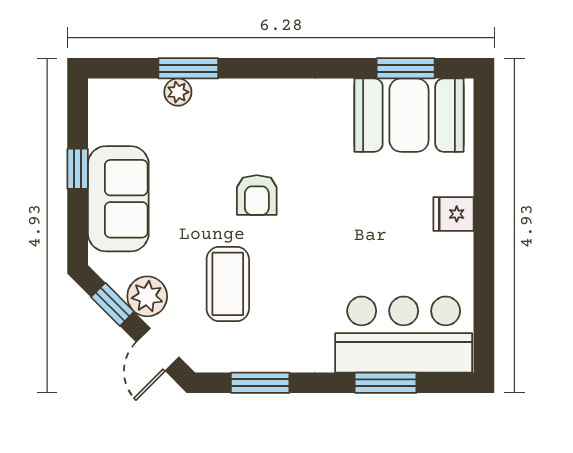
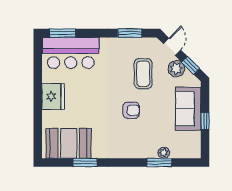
window: (406, 68) -> (85, 163), moved
armchair: (257, 195) -> (131, 110), turned 90
fridge: (453, 214) -> (53, 96), width x1.88, depth x1.34
window: (386, 383) -> (63, 33), moved

